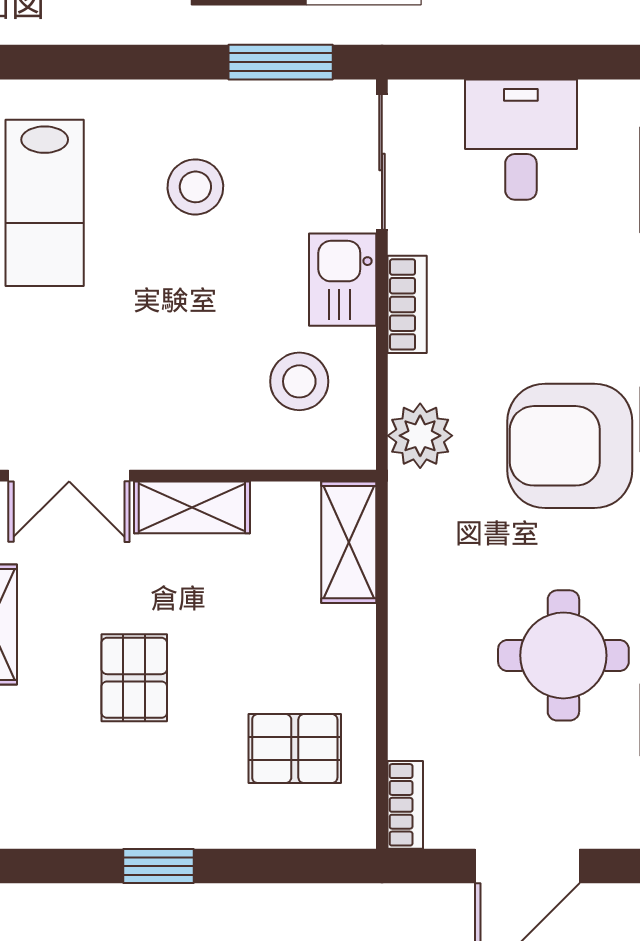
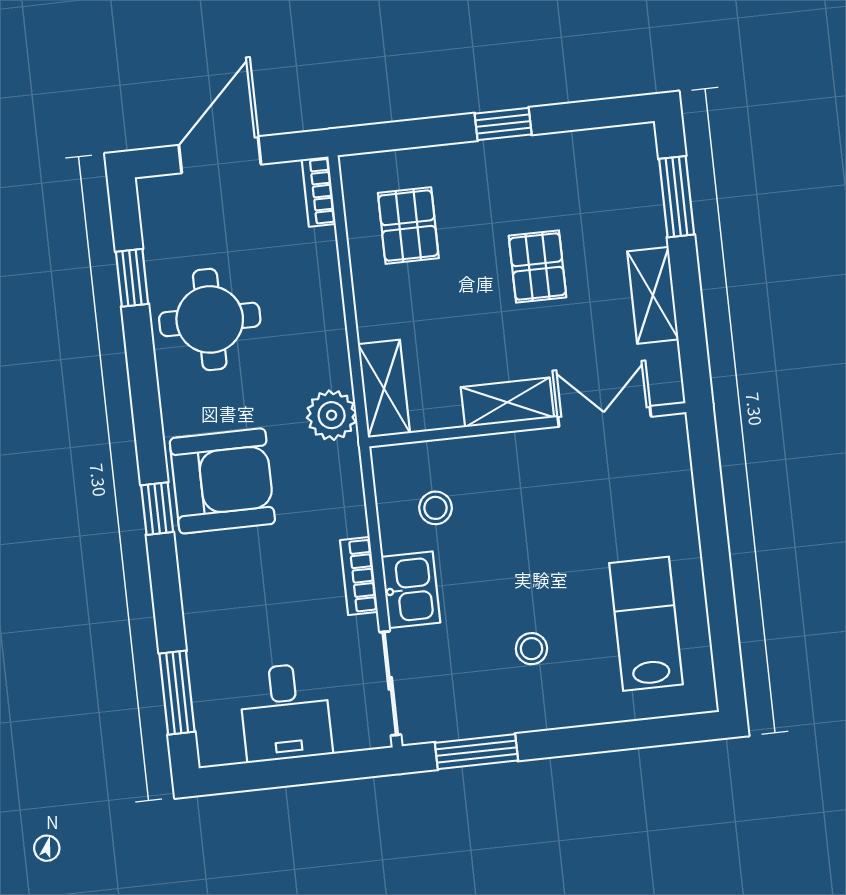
stool: (195, 187) -> (531, 649), width x0.73, depth x0.73
stool: (299, 381) -> (435, 508), width x0.73, depth x0.73
plant: (420, 436) -> (332, 415), moved
pallet: (295, 749) -> (408, 226), turned 90

